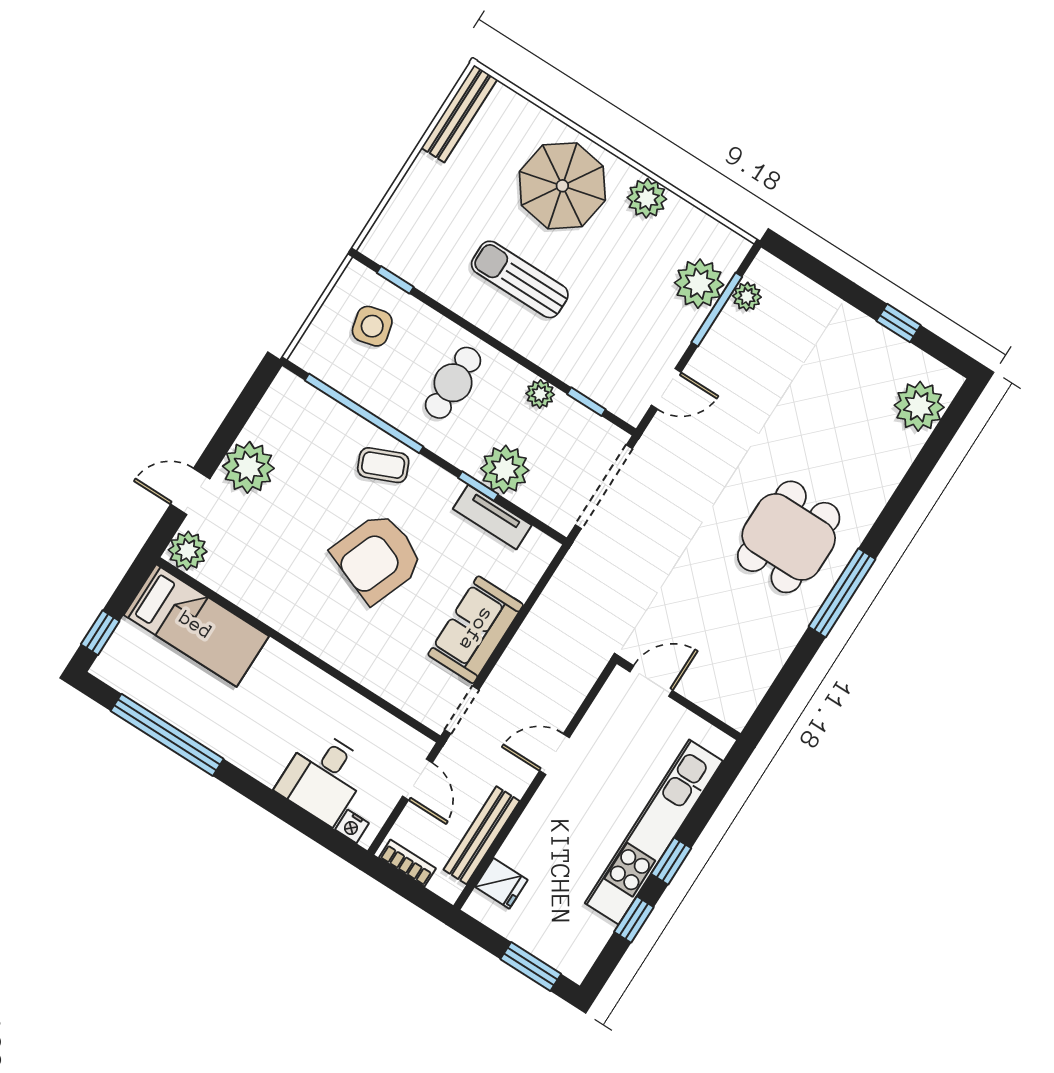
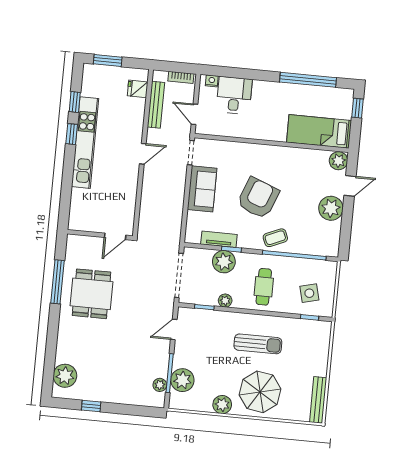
door: (651, 681) -> (115, 236), moved
wall: (679, 699) -> (100, 235), moved

